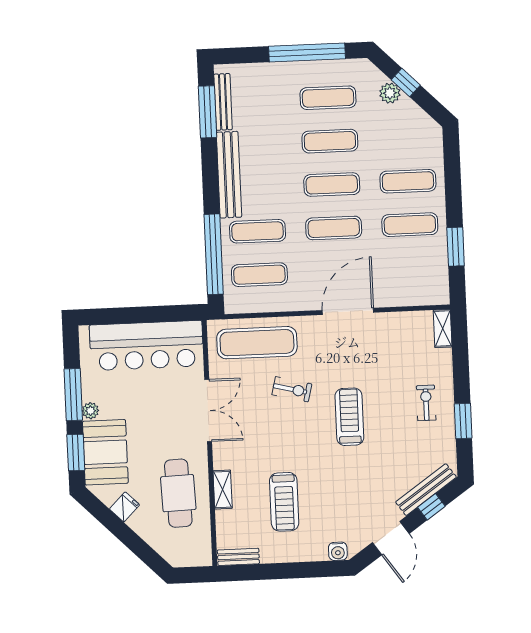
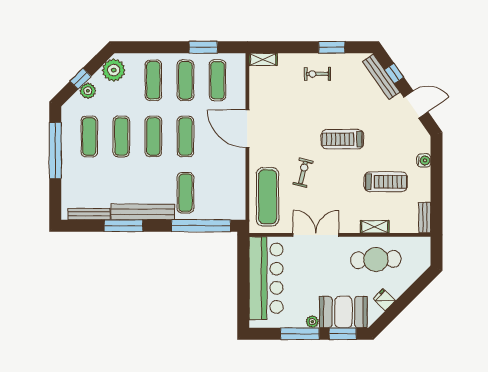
window: (208, 112) -> (124, 226), moved
plant: (419, 127) -> (114, 70), added
exercise mat: (259, 275) -> (217, 80), moved
treadmill: (349, 417) -> (343, 139), moved
water cooler: (338, 551) -> (424, 160), moved

